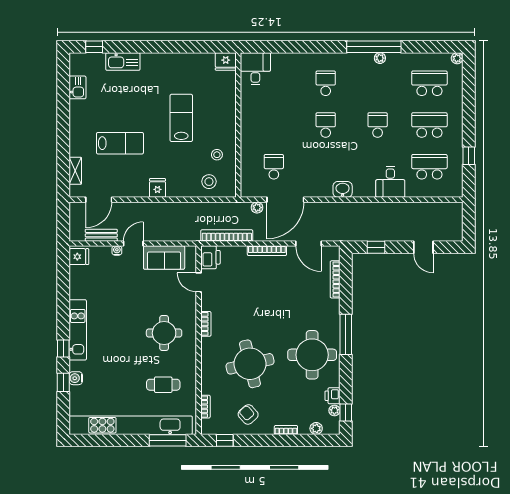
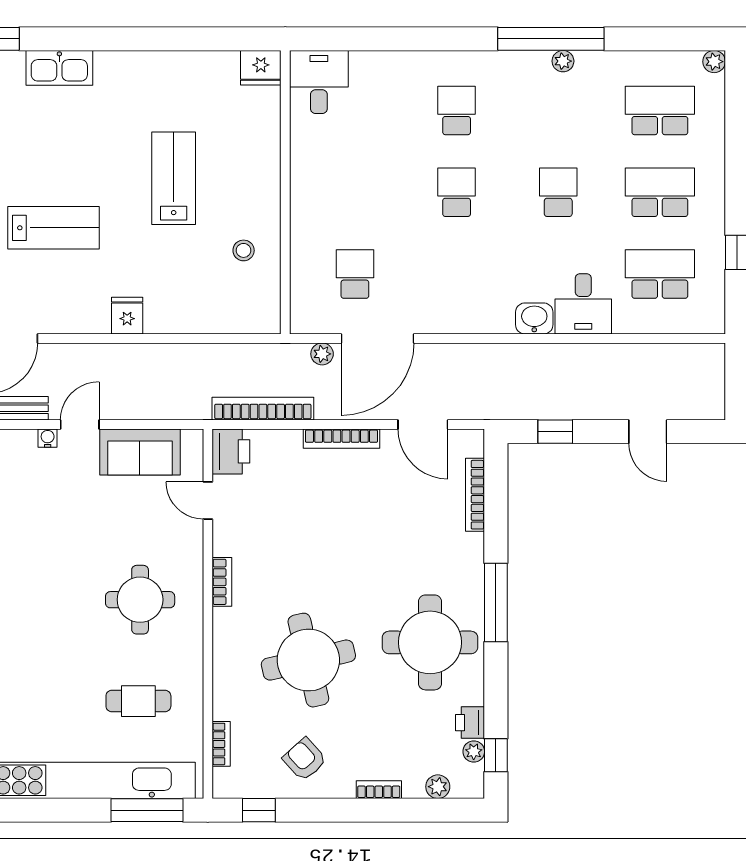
stool: (209, 182) -> (228, 303), removed
washbasin: (343, 189) -> (534, 318), moved

